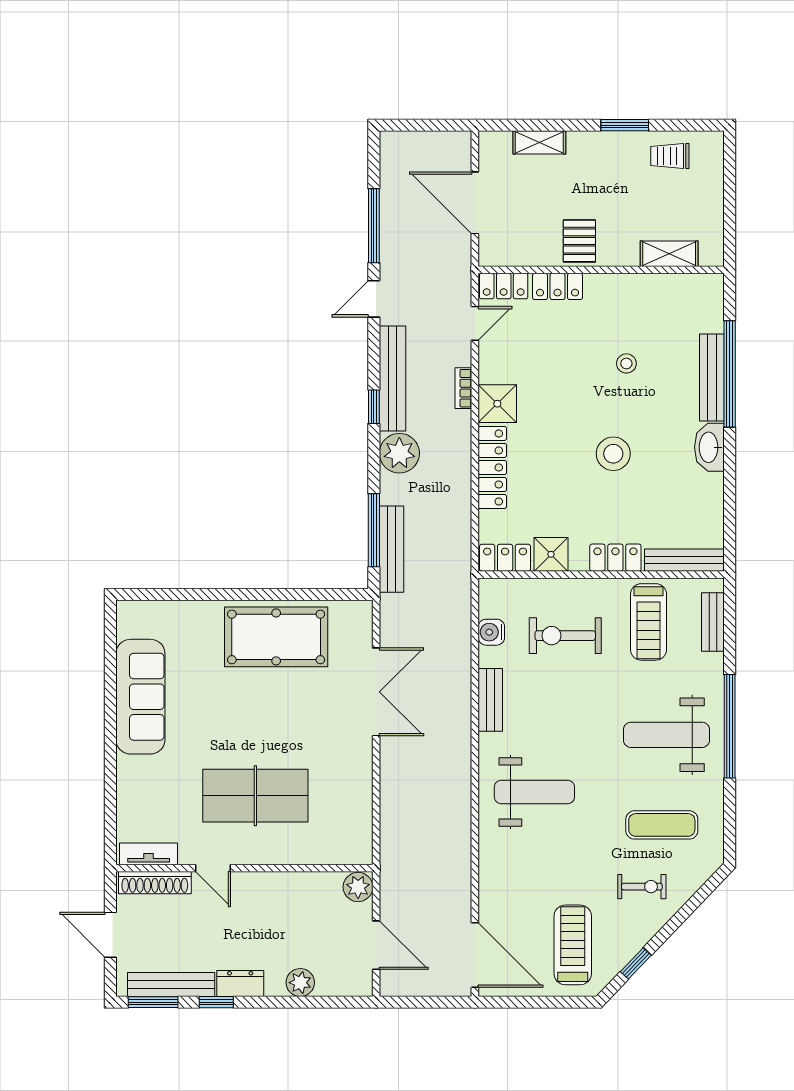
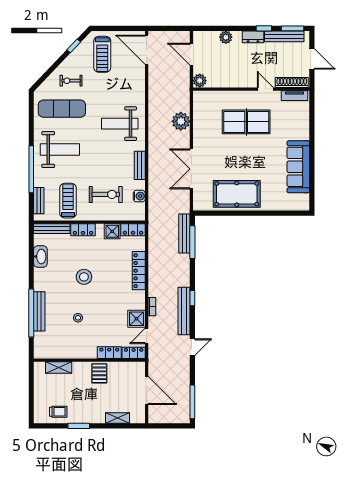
window: (374, 226) -> (192, 402), moved
shower: (497, 404) -> (137, 319), moved
washbasin: (709, 447) -> (40, 257), moved
plant: (399, 453) -> (181, 121), moved
window: (730, 726) -> (31, 169), moved
exercise mat: (662, 825) -> (62, 109), width x1.36, depth x1.45

